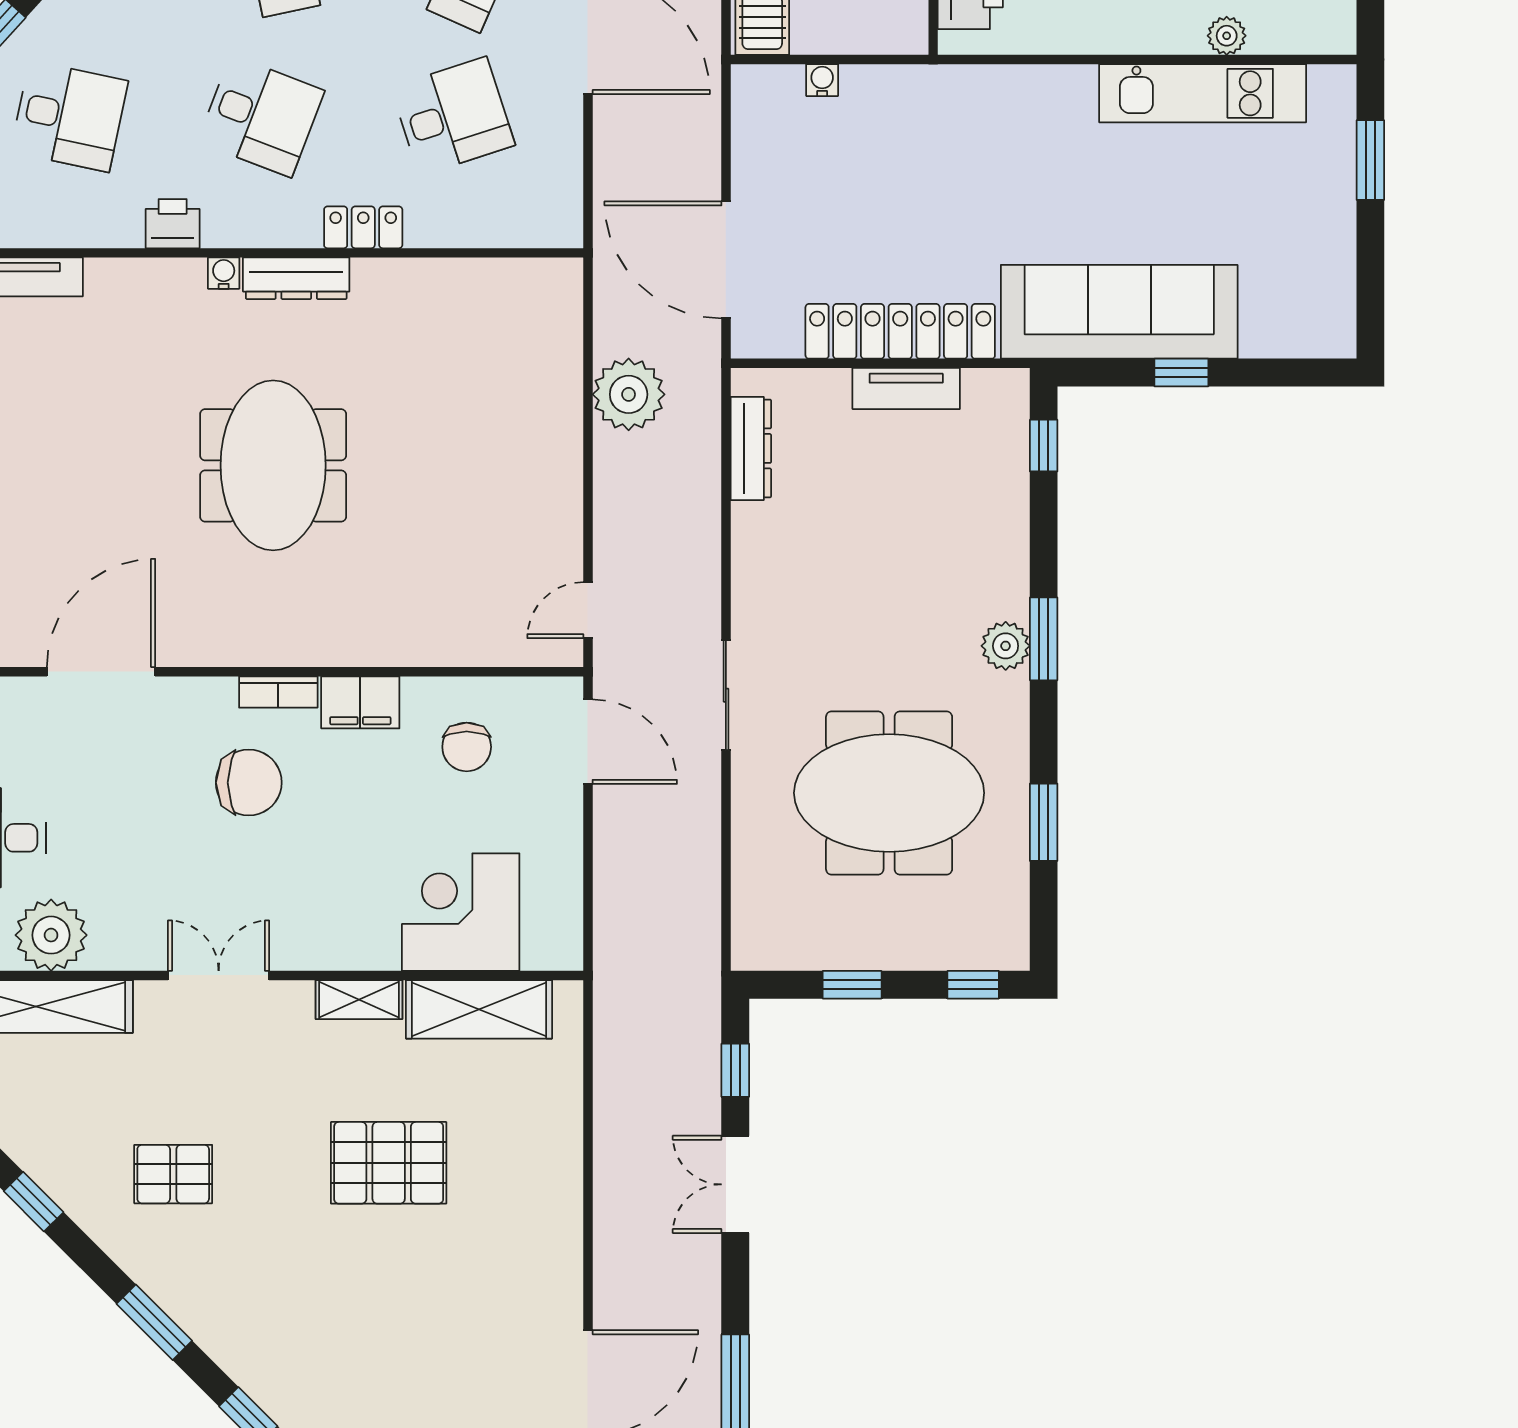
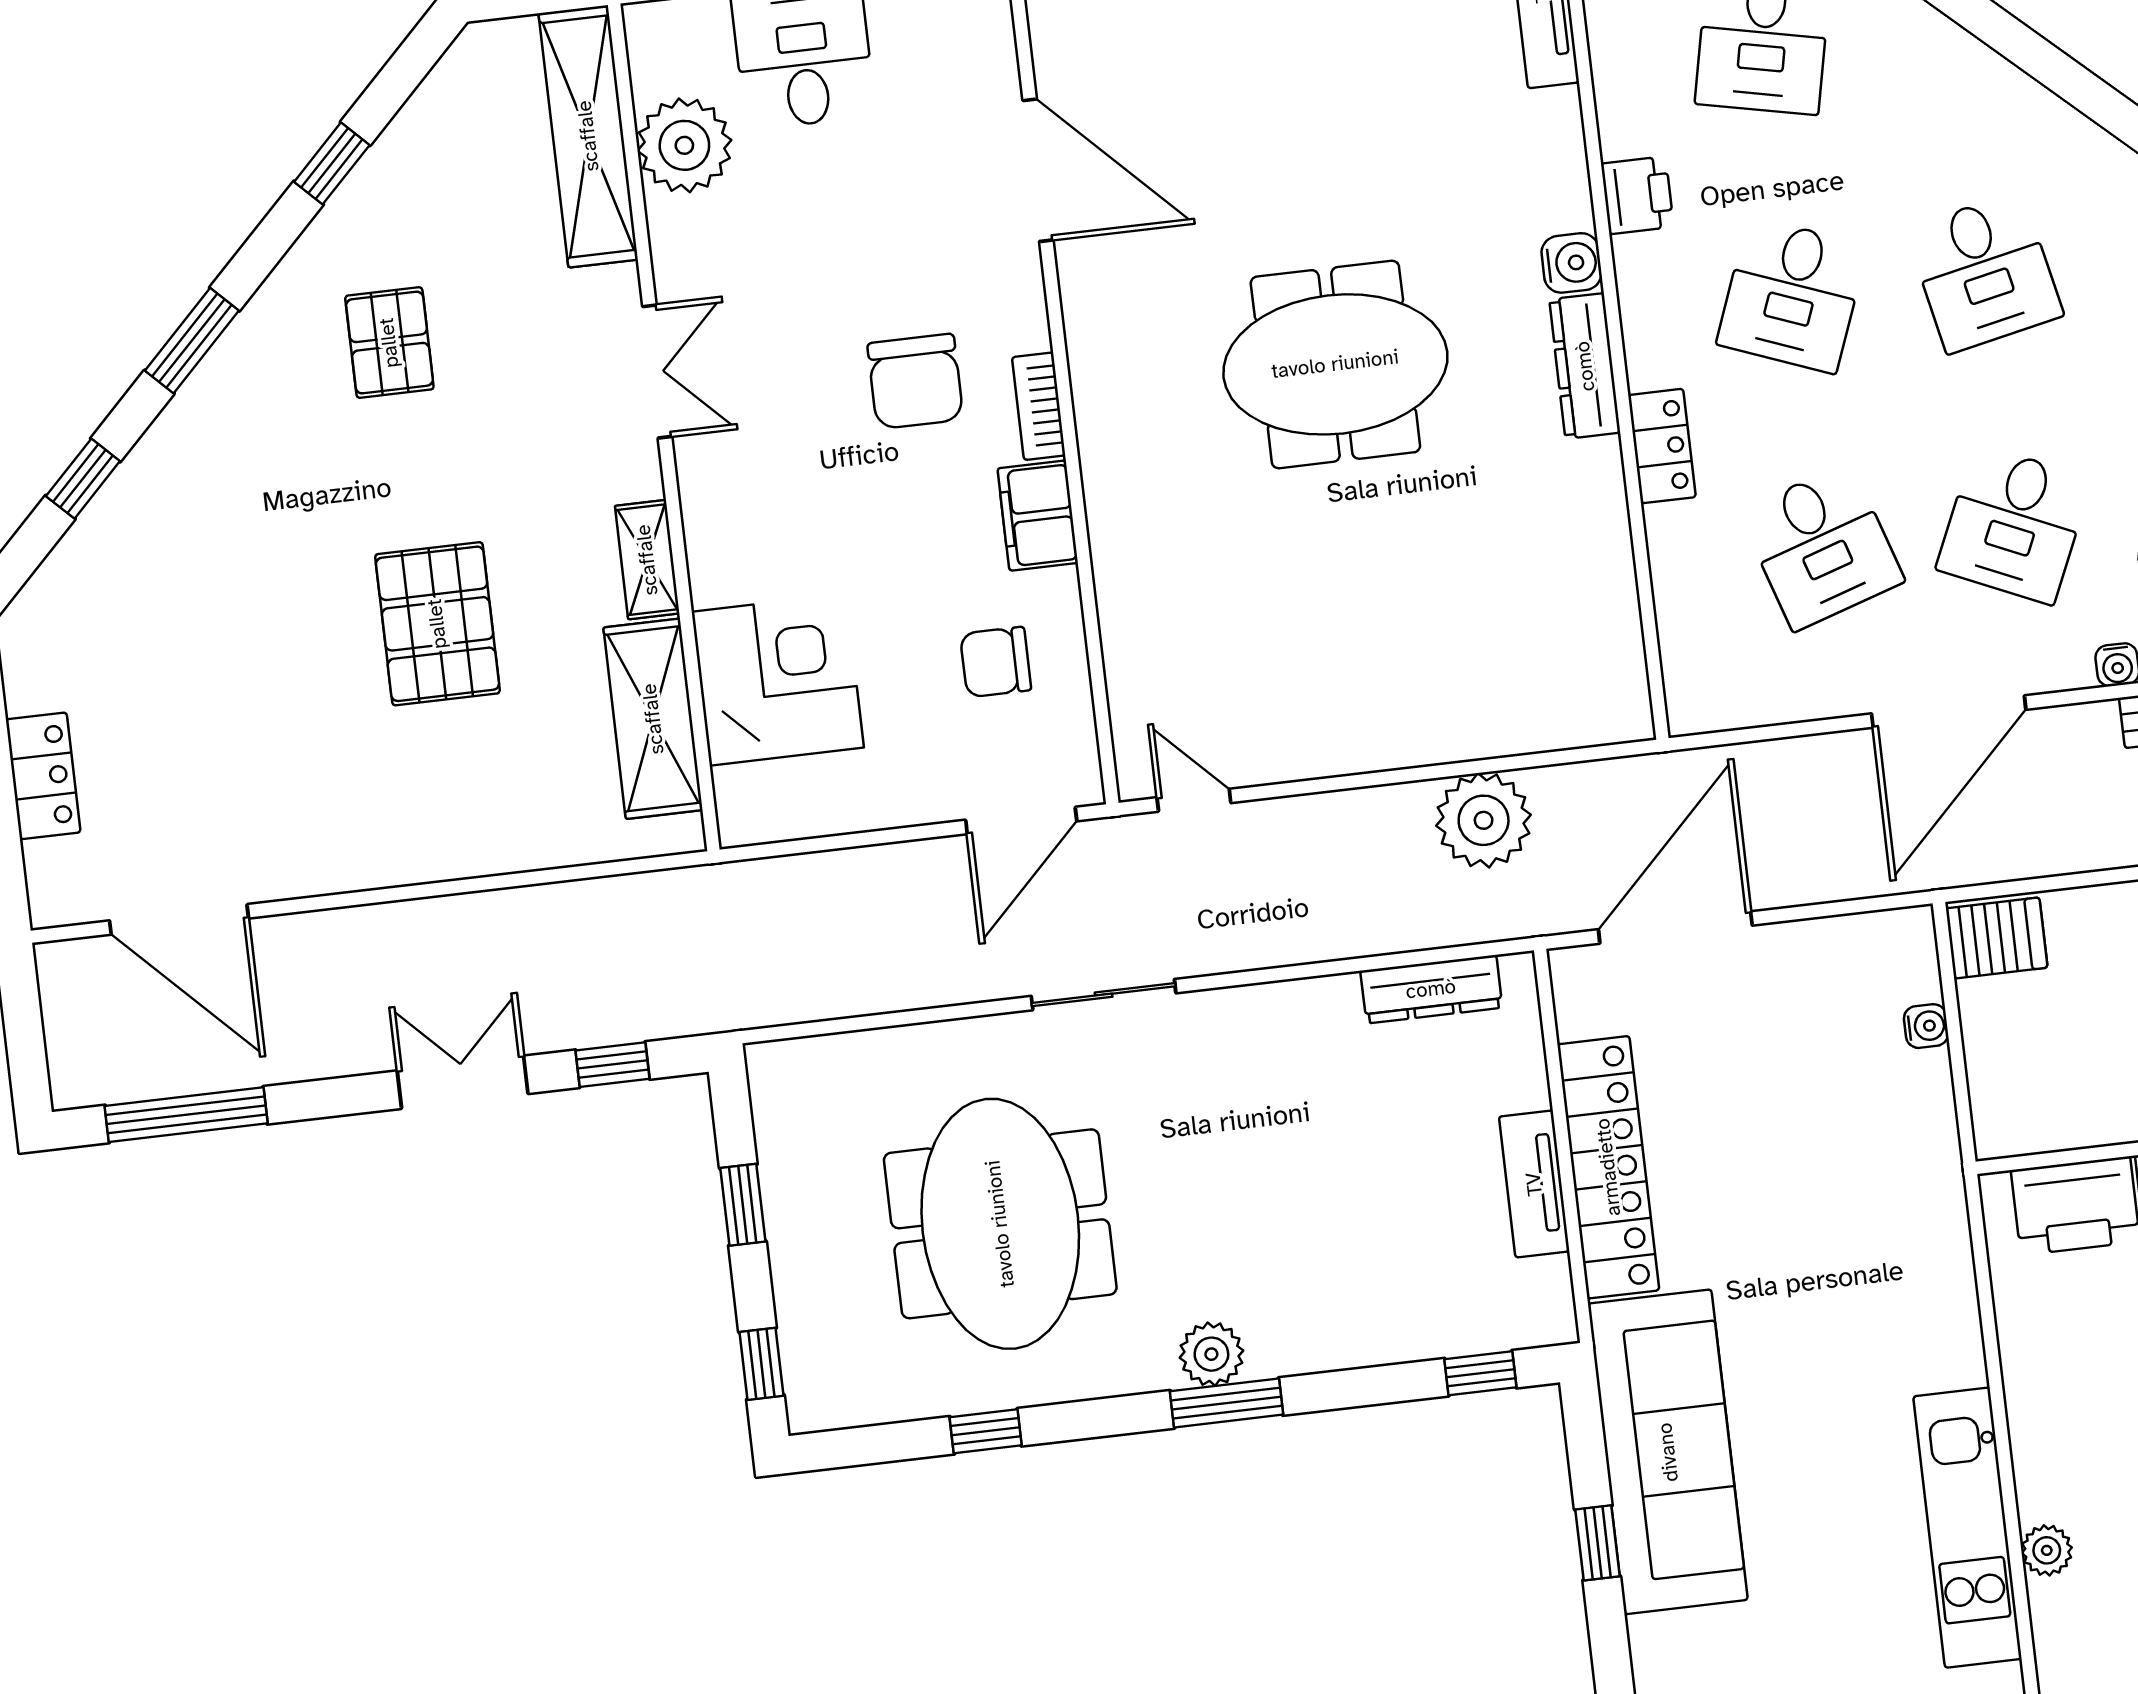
water cooler: (224, 273) -> (1572, 263), width x1.38, depth x1.38
window: (1044, 822) -> (986, 1431), width x0.67

